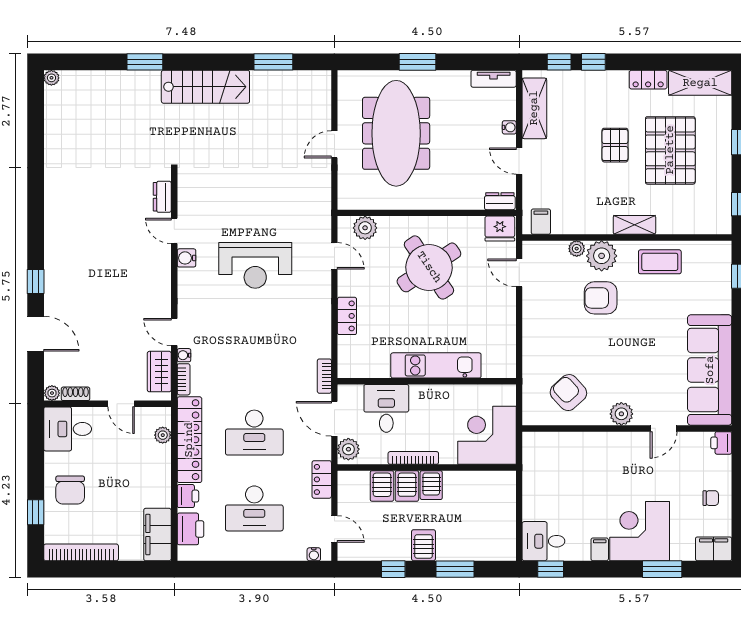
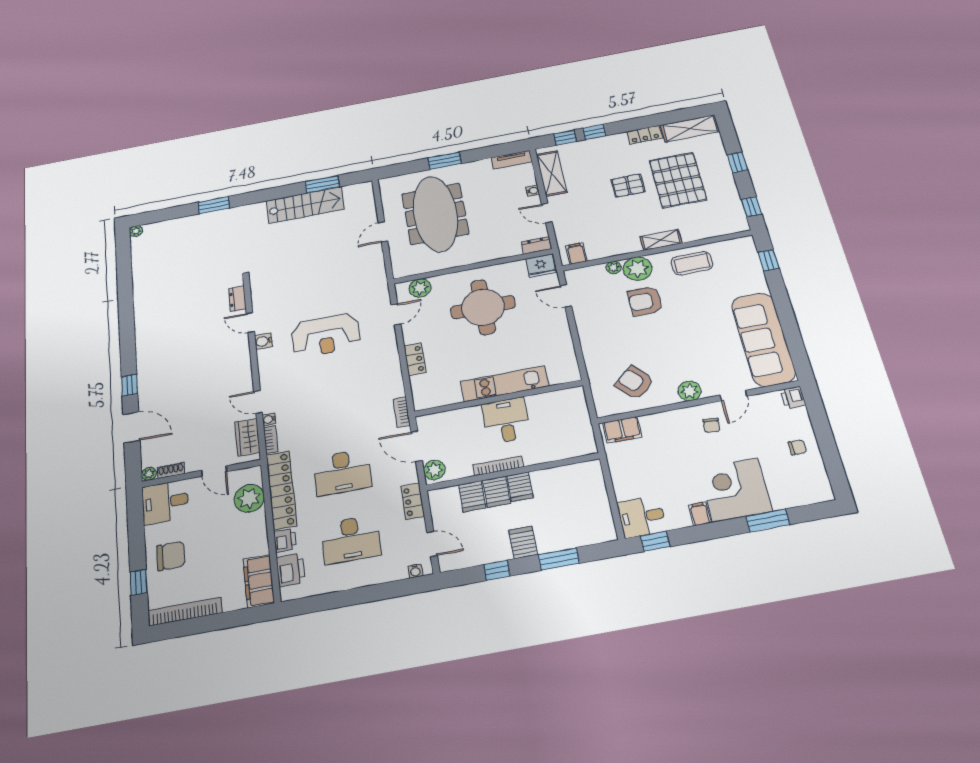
stairs: (205, 87) -> (305, 205), moved
pallet: (615, 145) -> (628, 186), turned 90
door: (334, 256) -> (396, 314), hinge flipped
round table: (429, 267) -> (483, 307), turned 34
desk: (386, 408) -> (506, 420), moved
plant: (163, 435) -> (249, 498), width x1.88, depth x1.88
corner desk: (487, 435) -> (565, 433), removed
chair: (634, 457) -> (711, 425), added
chair: (70, 490) -> (171, 556), turned -90
filing cabinet: (714, 549) -> (622, 430), moved, turned 180

